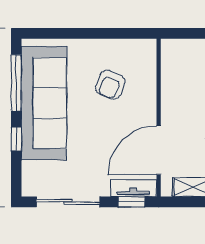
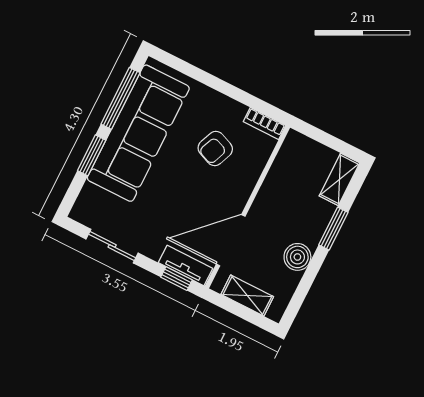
bookcase: (139, 46) -> (264, 124), added
window: (16, 139) -> (92, 155), width x1.50
sliding door: (68, 202) -> (112, 246), width x0.73

